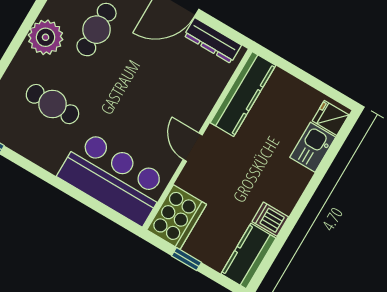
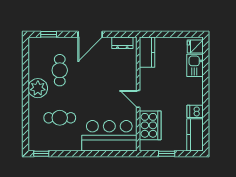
dresser: (213, 40) -> (122, 43), width x0.70
kitchen counter: (243, 94) -> (147, 52), width x0.67
cooker: (177, 217) -> (150, 125), moved

